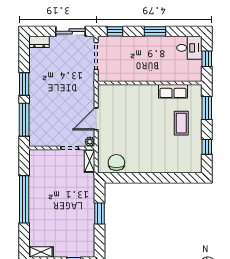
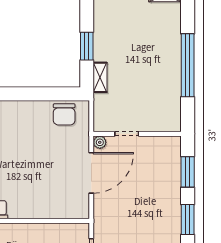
door: (96, 119) -> (91, 173), width x1.36
window: (24, 120) -> (188, 172), width x0.69
shelving: (90, 161) -> (100, 77), moved

